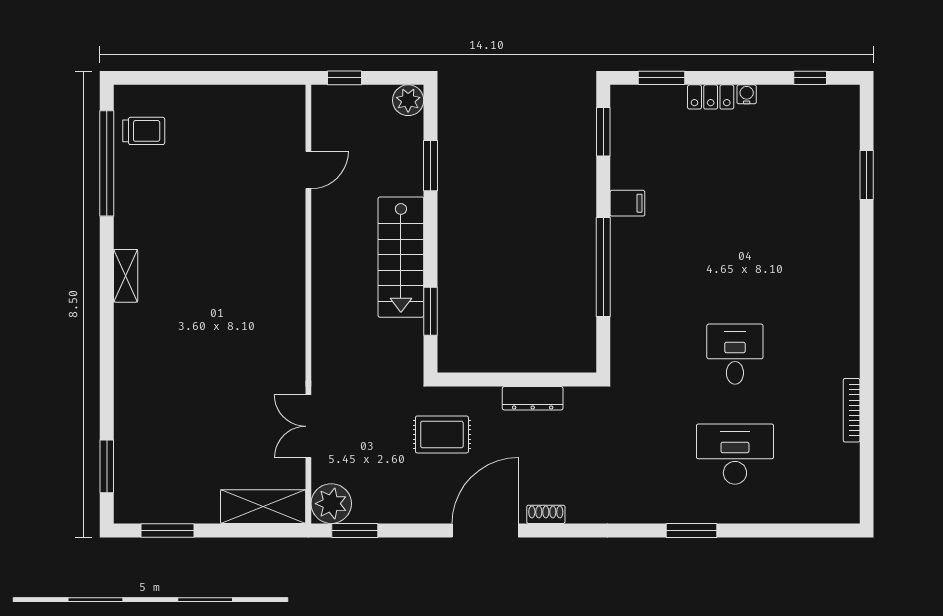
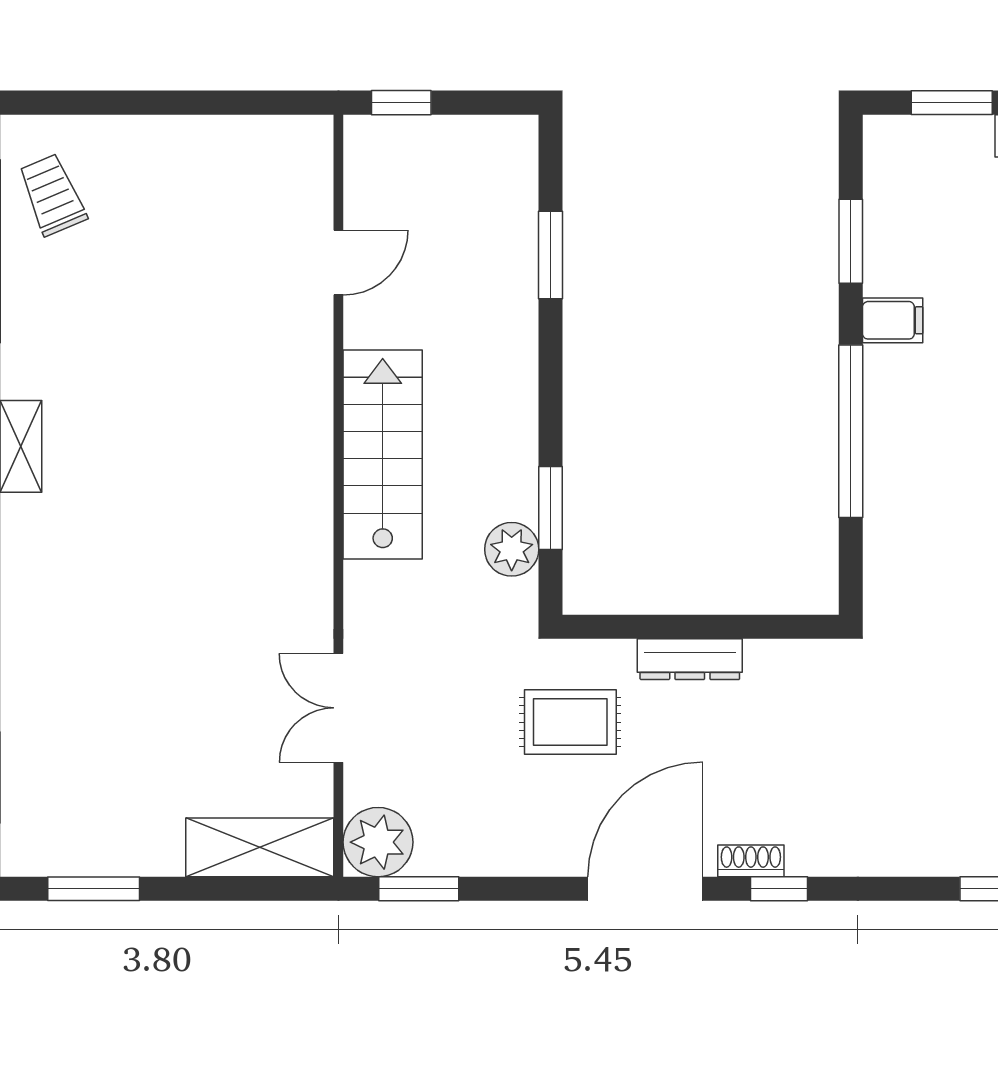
plant: (408, 100) -> (512, 549), moved
trolley: (144, 131) -> (52, 195), turned -113
window: (603, 132) -> (851, 241), moved
stairs: (401, 257) -> (383, 455), moved, turned 180
dresser: (533, 398) -> (690, 659), moved
window: (562, 530) -> (779, 889), added

